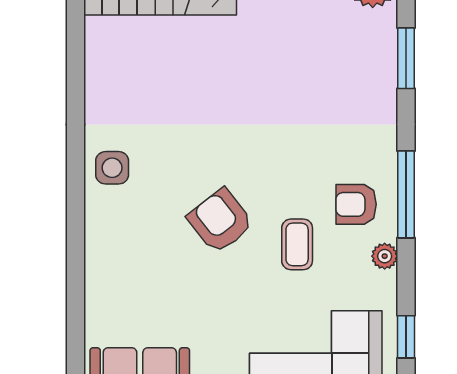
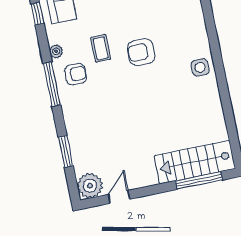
armchair: (220, 221) -> (141, 52), turned 128

